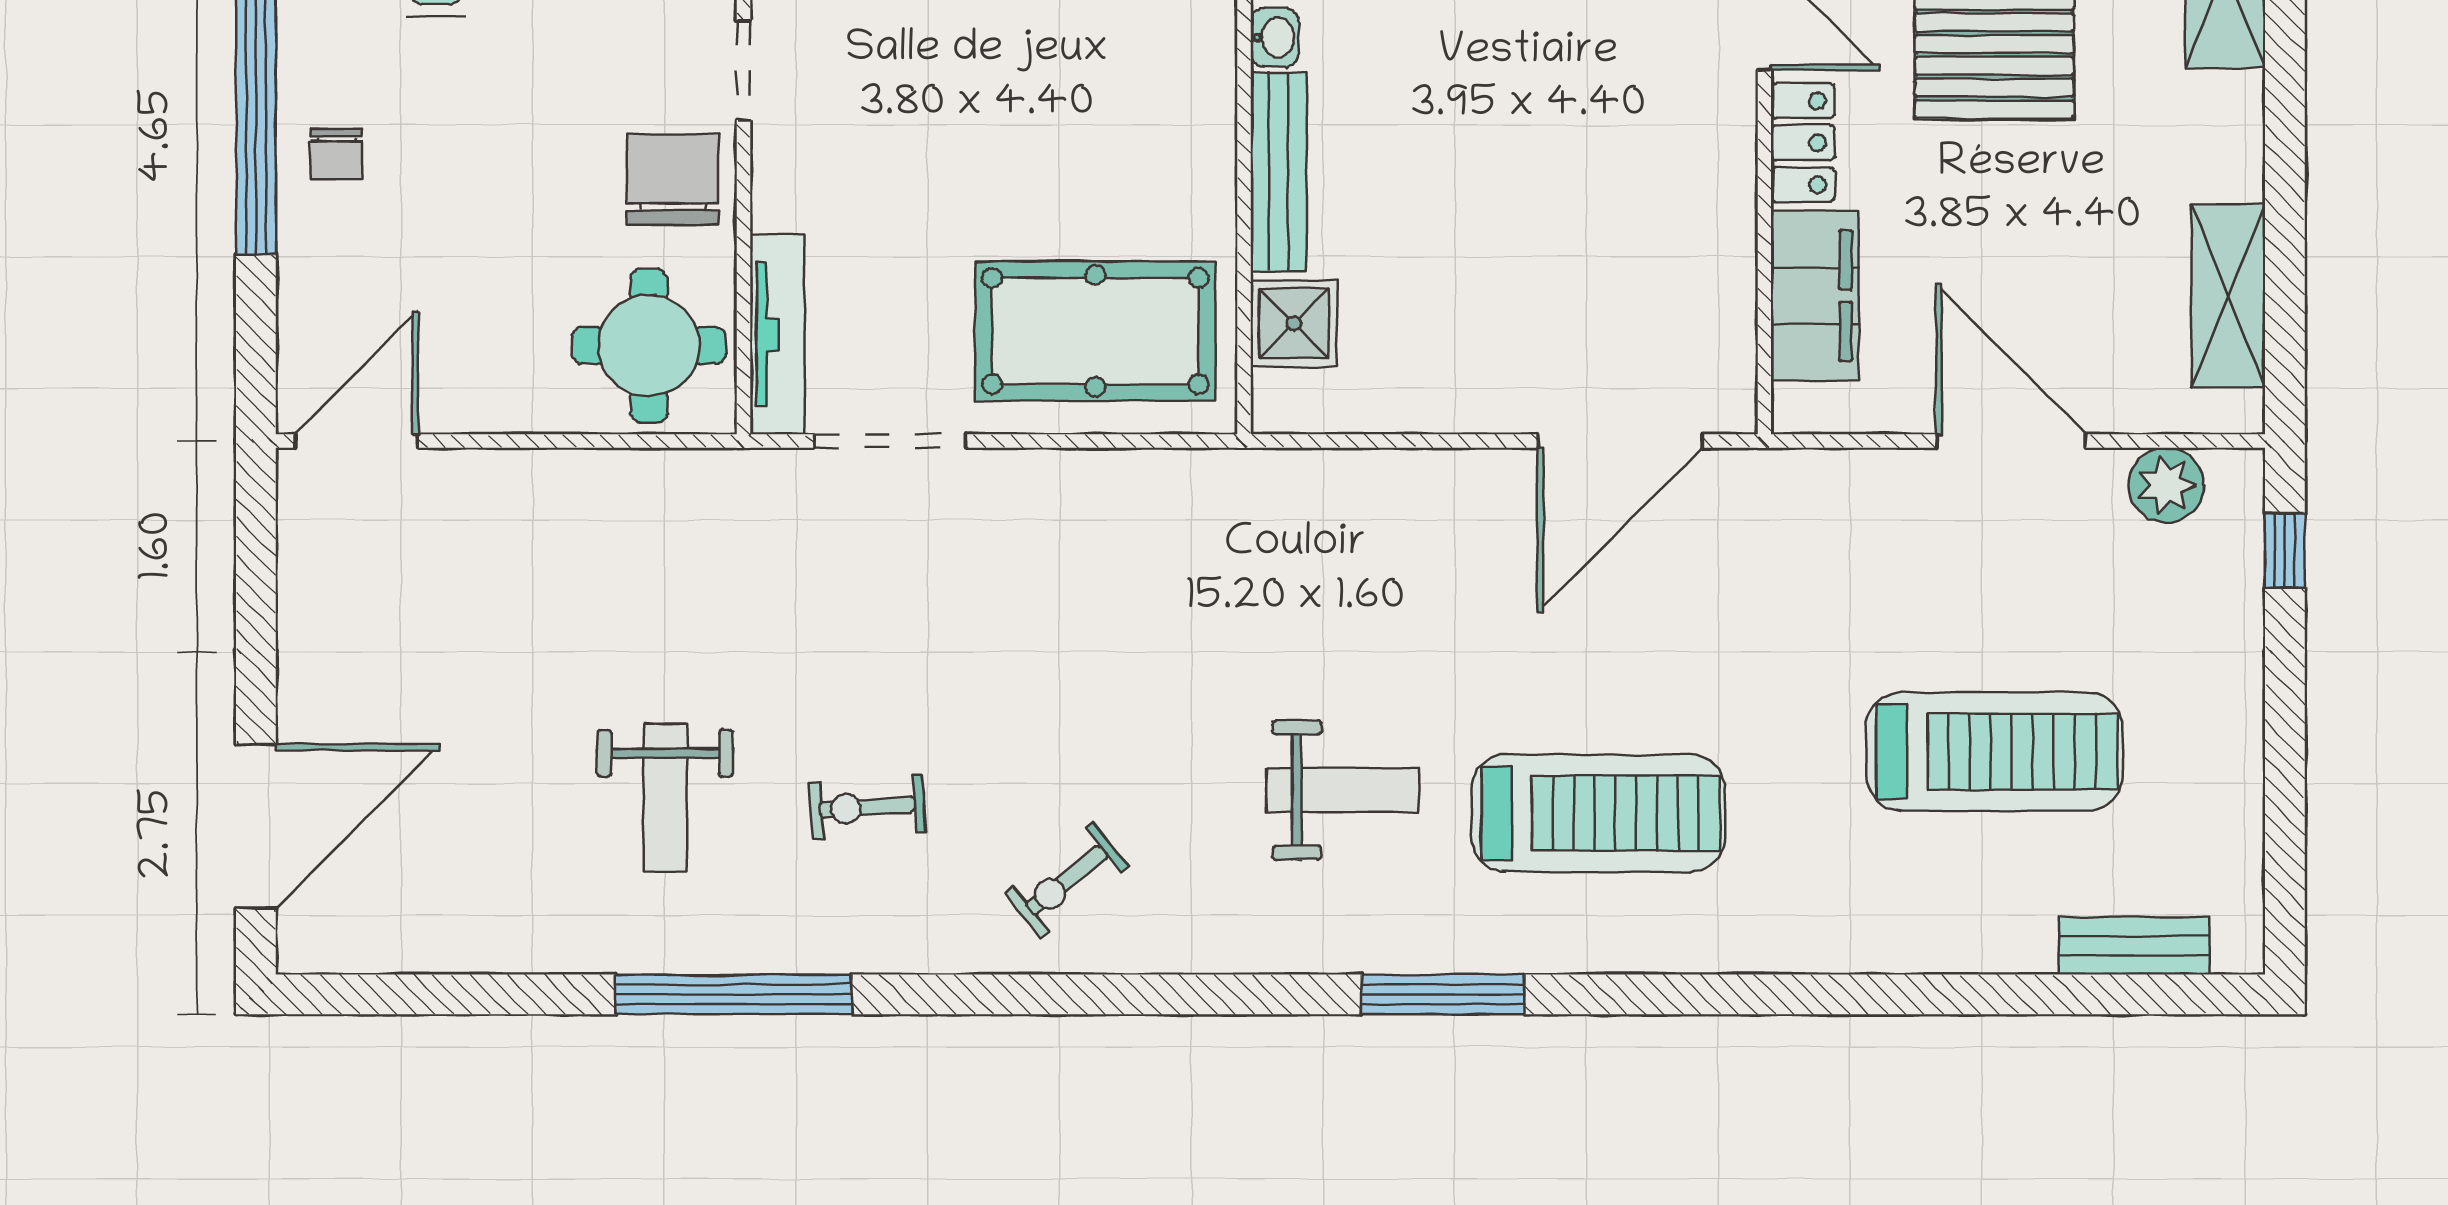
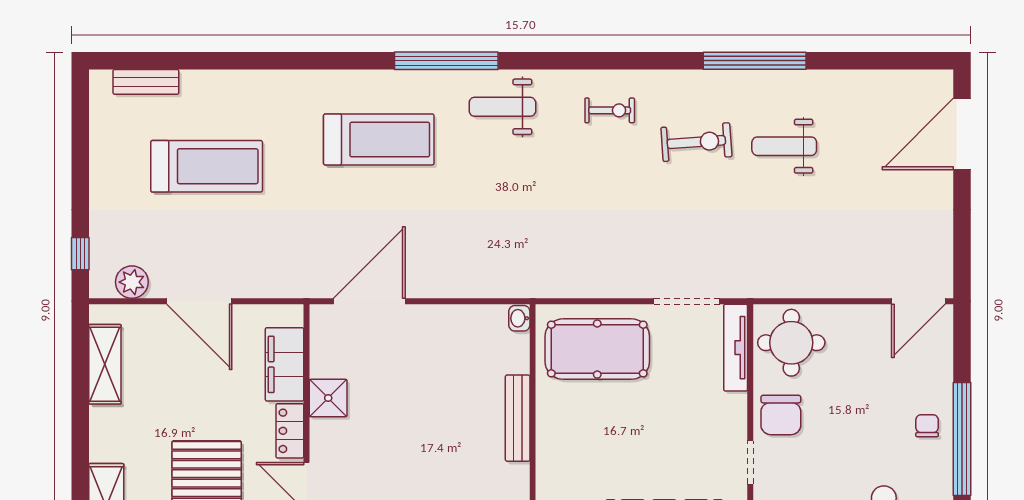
washbasin: (1275, 37) -> (519, 318), moved
shower: (1294, 323) -> (328, 398), moved
treadmill: (1994, 752) -> (207, 166), turned 180
weight bench: (1343, 790) -> (502, 107), moved
weight bench: (665, 798) -> (784, 146), turned -90
exercise bike: (867, 807) -> (696, 142), width x1.38, depth x1.39
treadmill: (1598, 813) -> (379, 139), turned 180
exercise bike: (1067, 880) -> (610, 110), turned 39
window: (1443, 994) -> (446, 61), width x1.46

